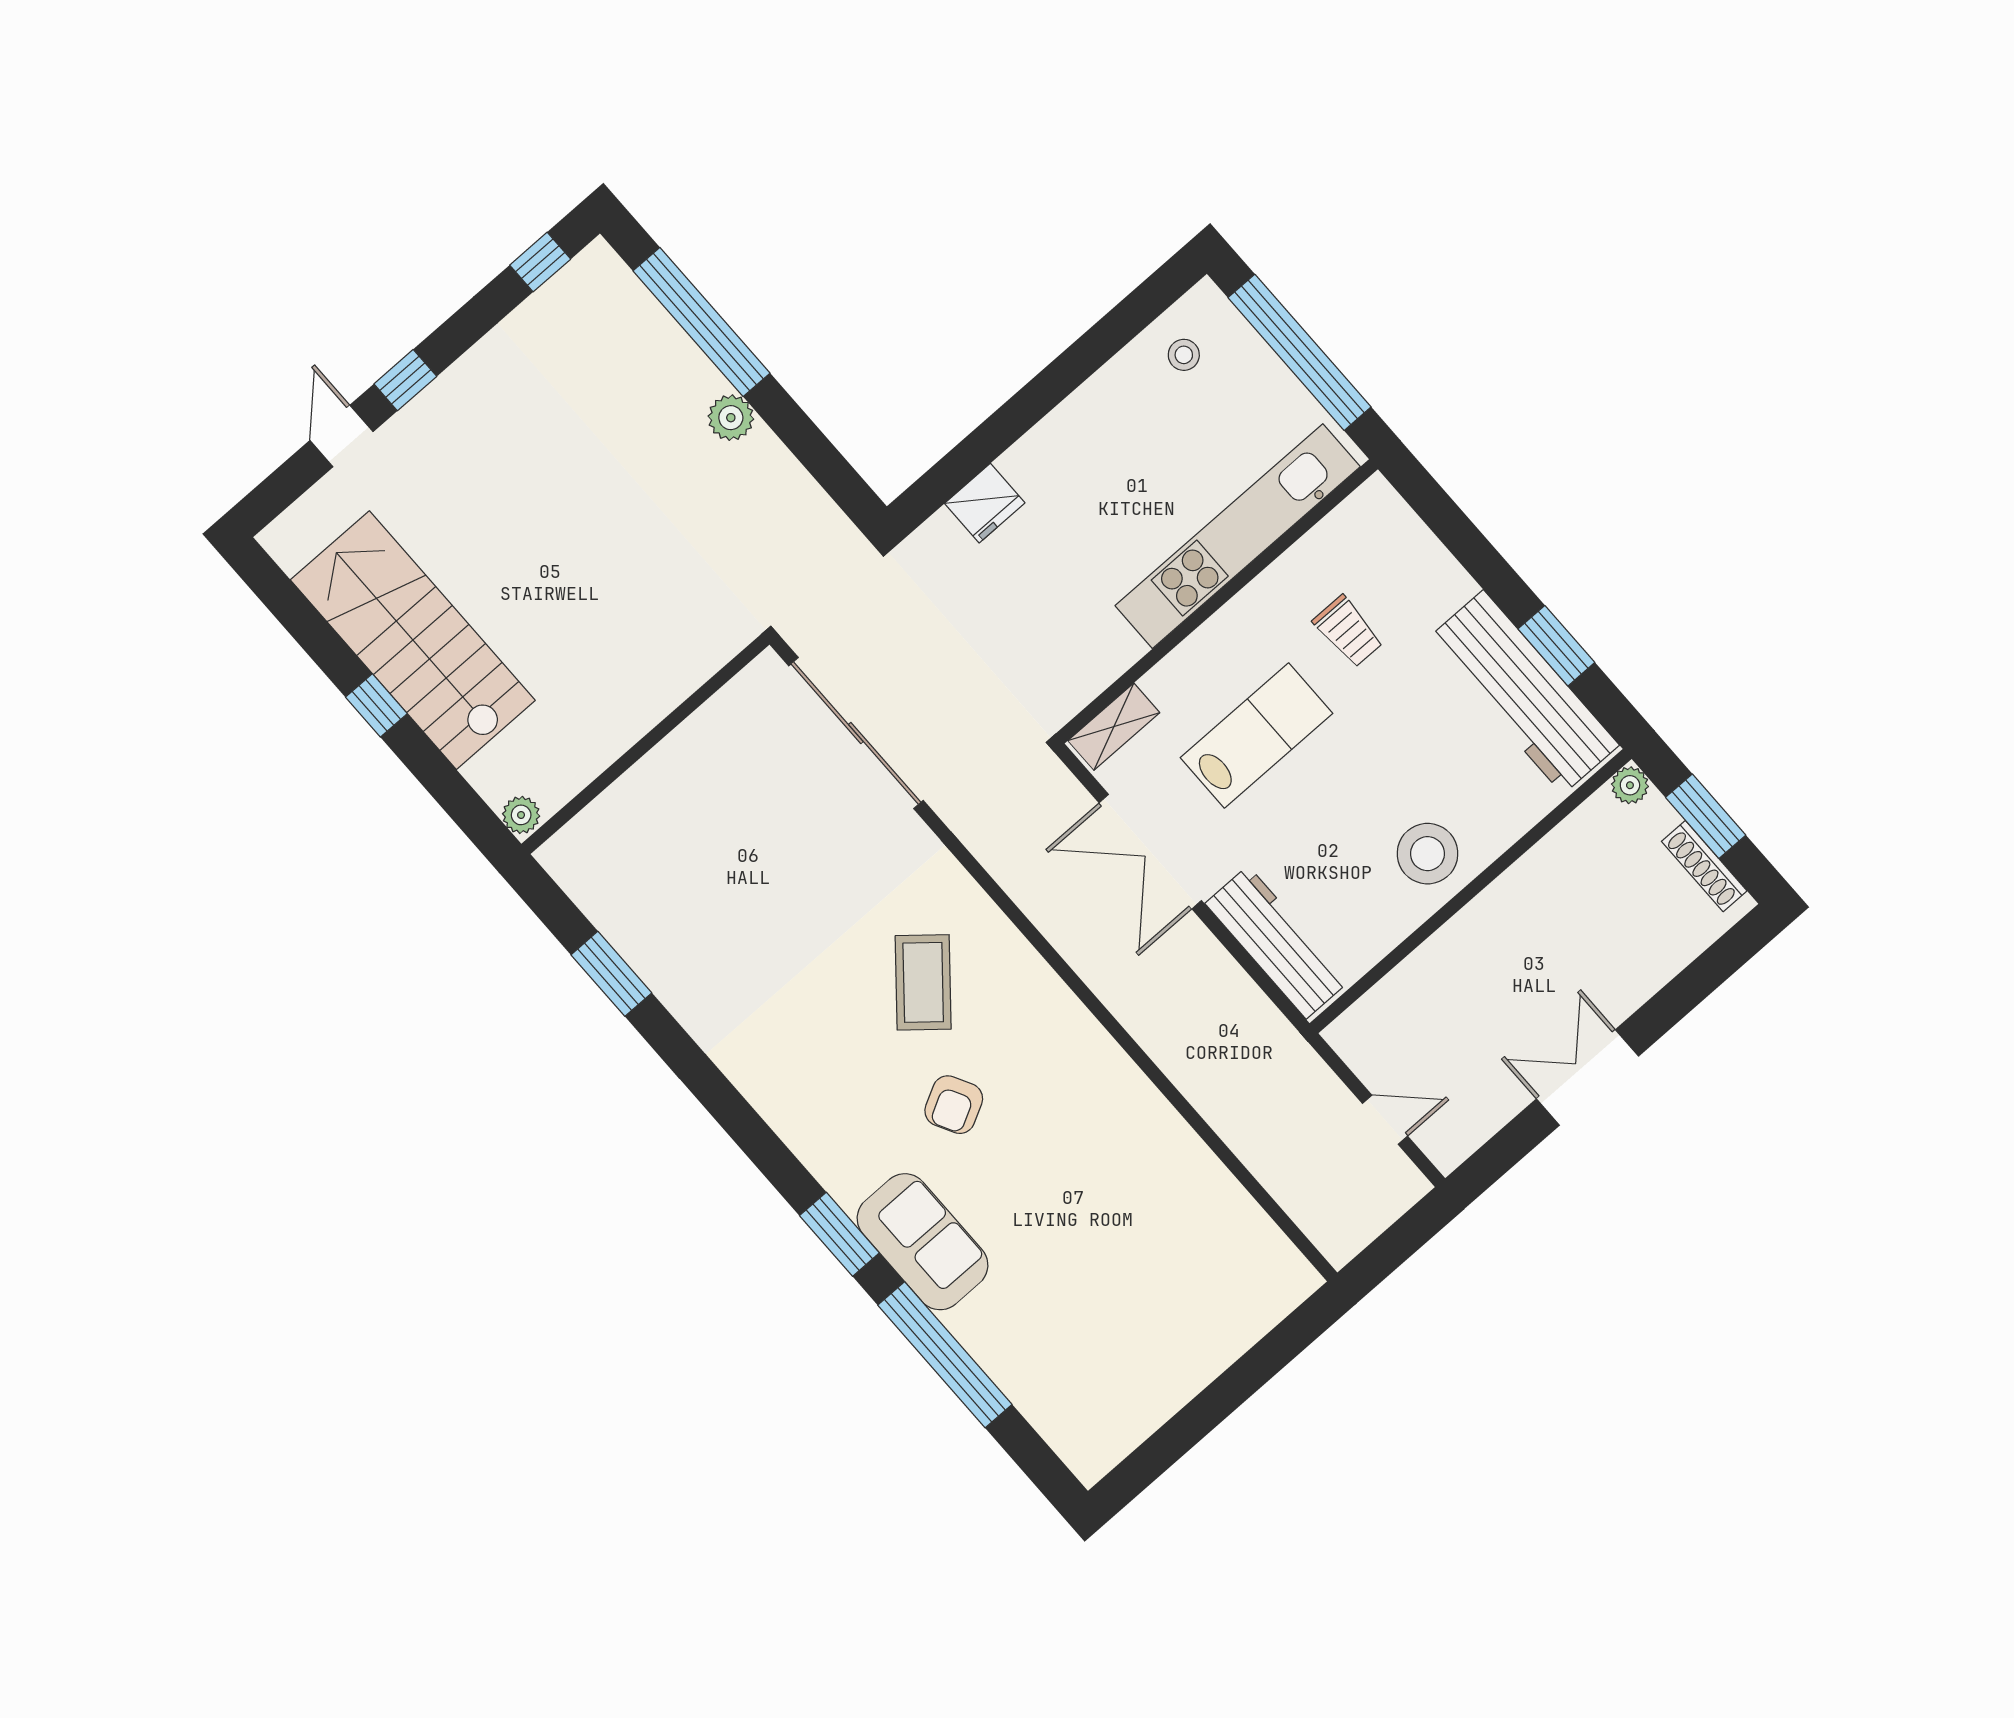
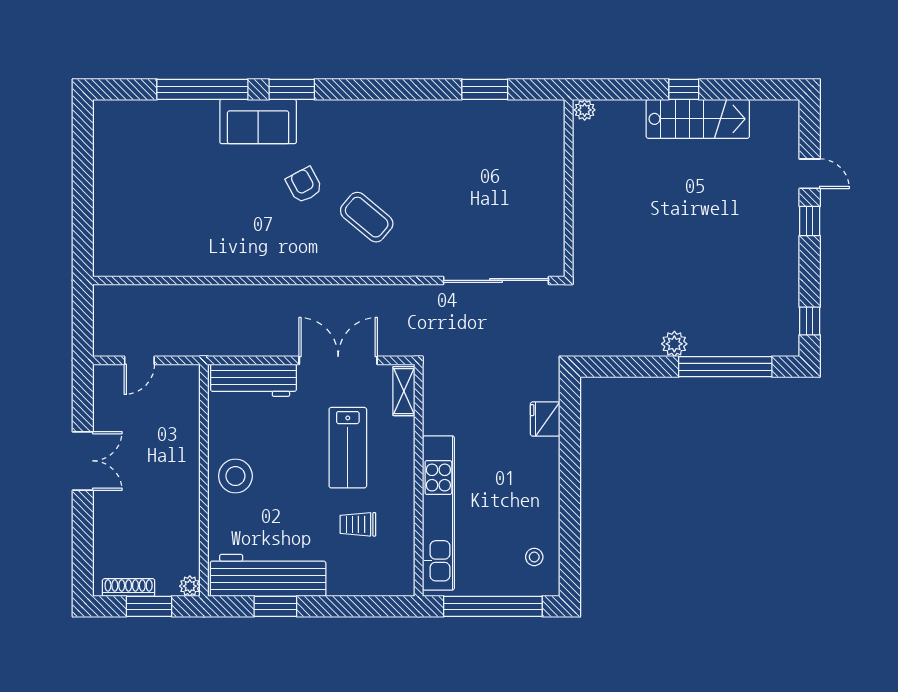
stairs: (413, 640) -> (698, 119), width x0.73, depth x0.66

